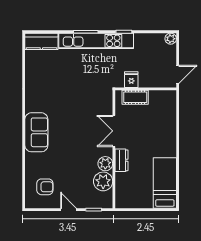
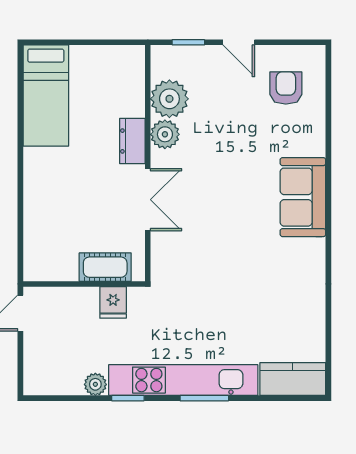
plant: (171, 39) -> (95, 384), moved
armchair: (45, 187) -> (286, 88), turned 90

